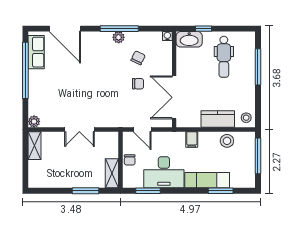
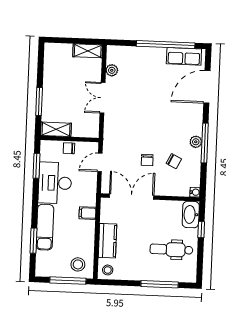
plant: (34, 121) -> (112, 70), moved
stool: (227, 141) -> (78, 264), moved

